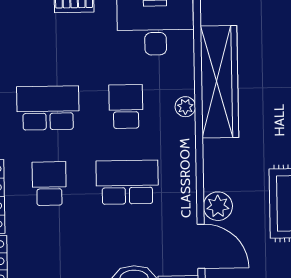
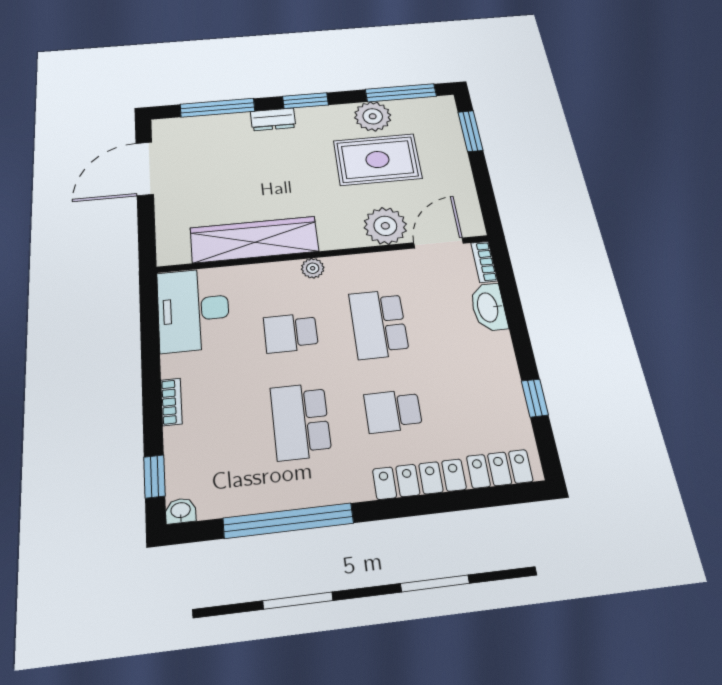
plant: (185, 107) -> (313, 268), moved
plant: (218, 206) -> (385, 226), width x1.36, depth x1.36

